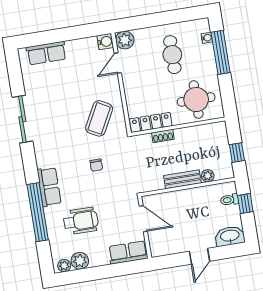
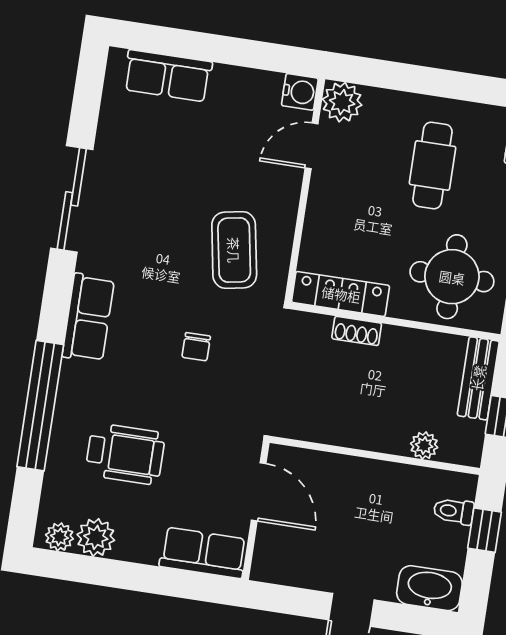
coffee table: (99, 118) -> (234, 250), turned -38
bench: (182, 179) -> (478, 378), moved, turned 90
row of seats: (49, 187) -> (88, 318), moved

